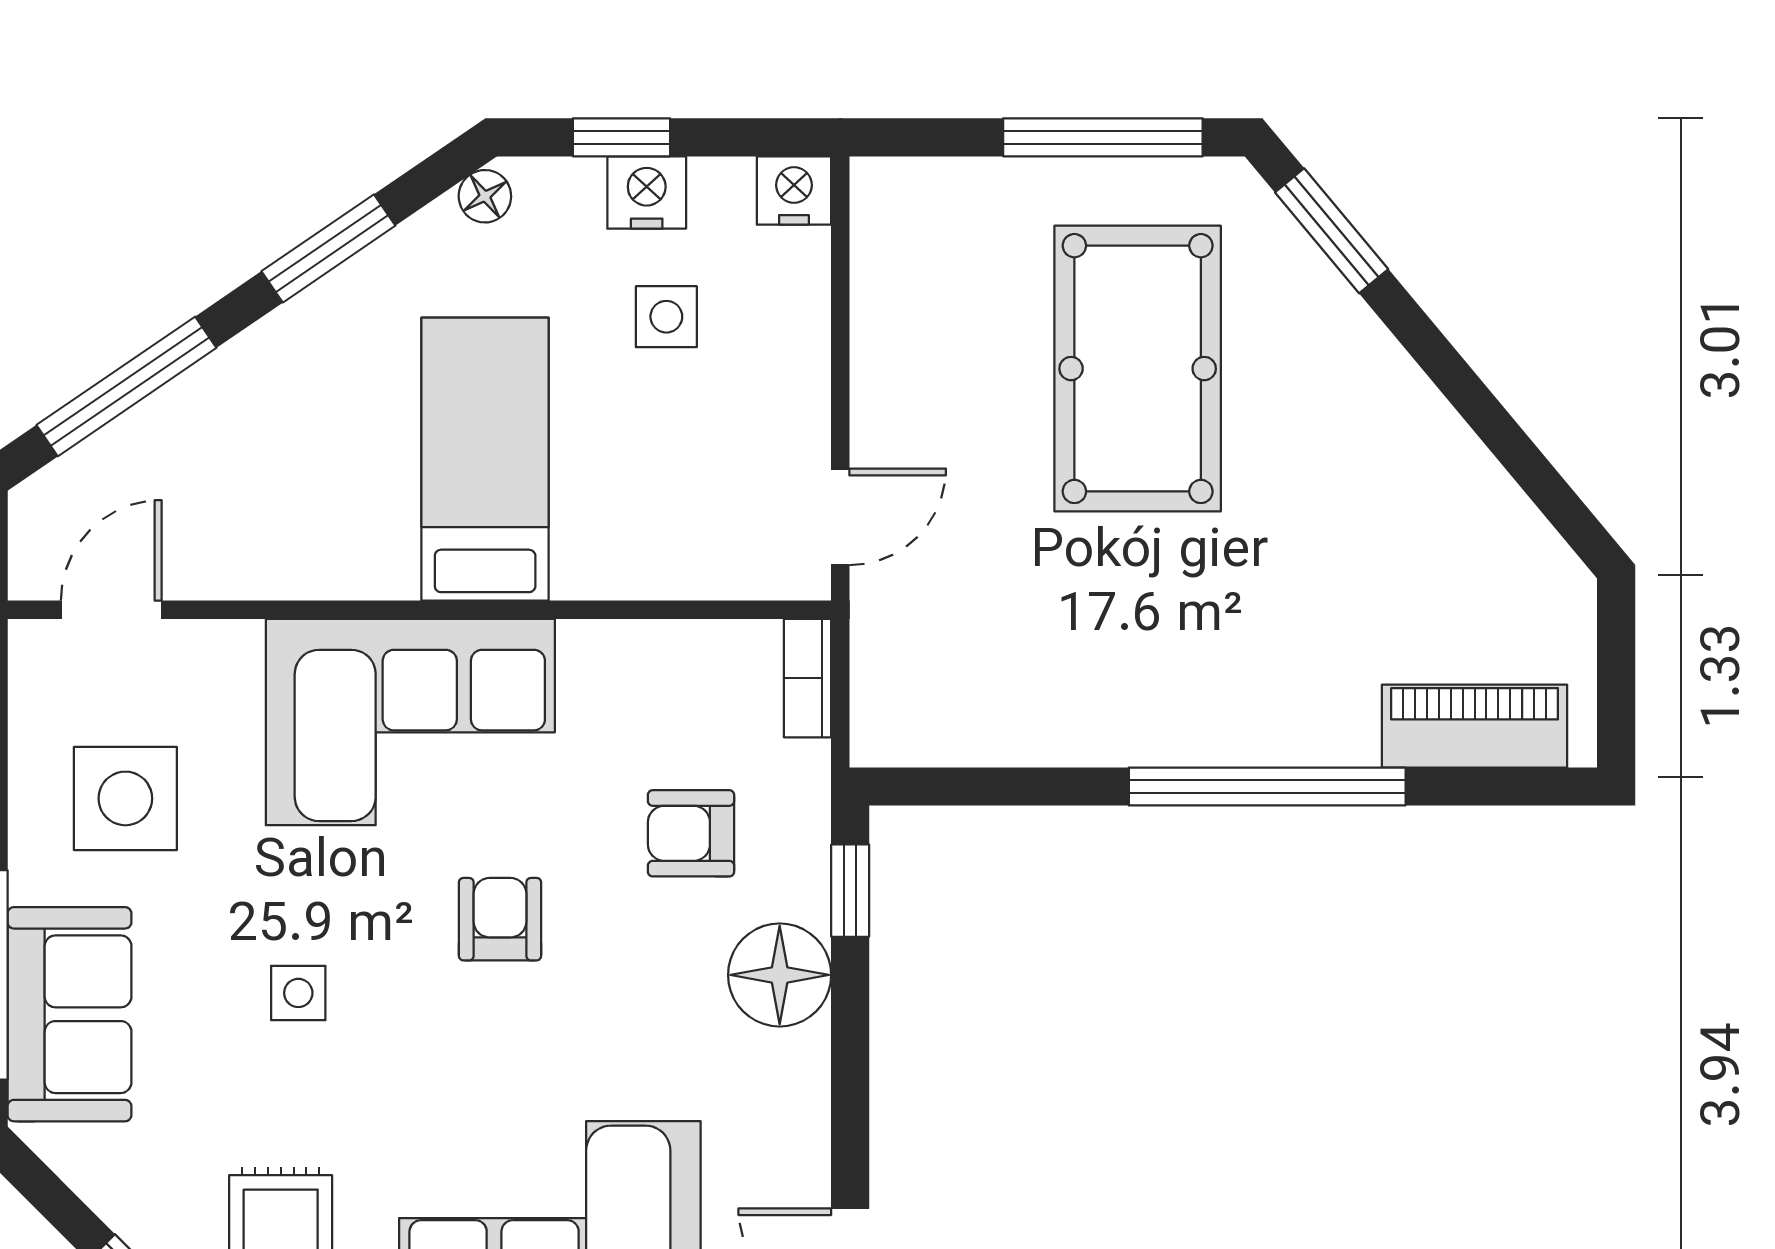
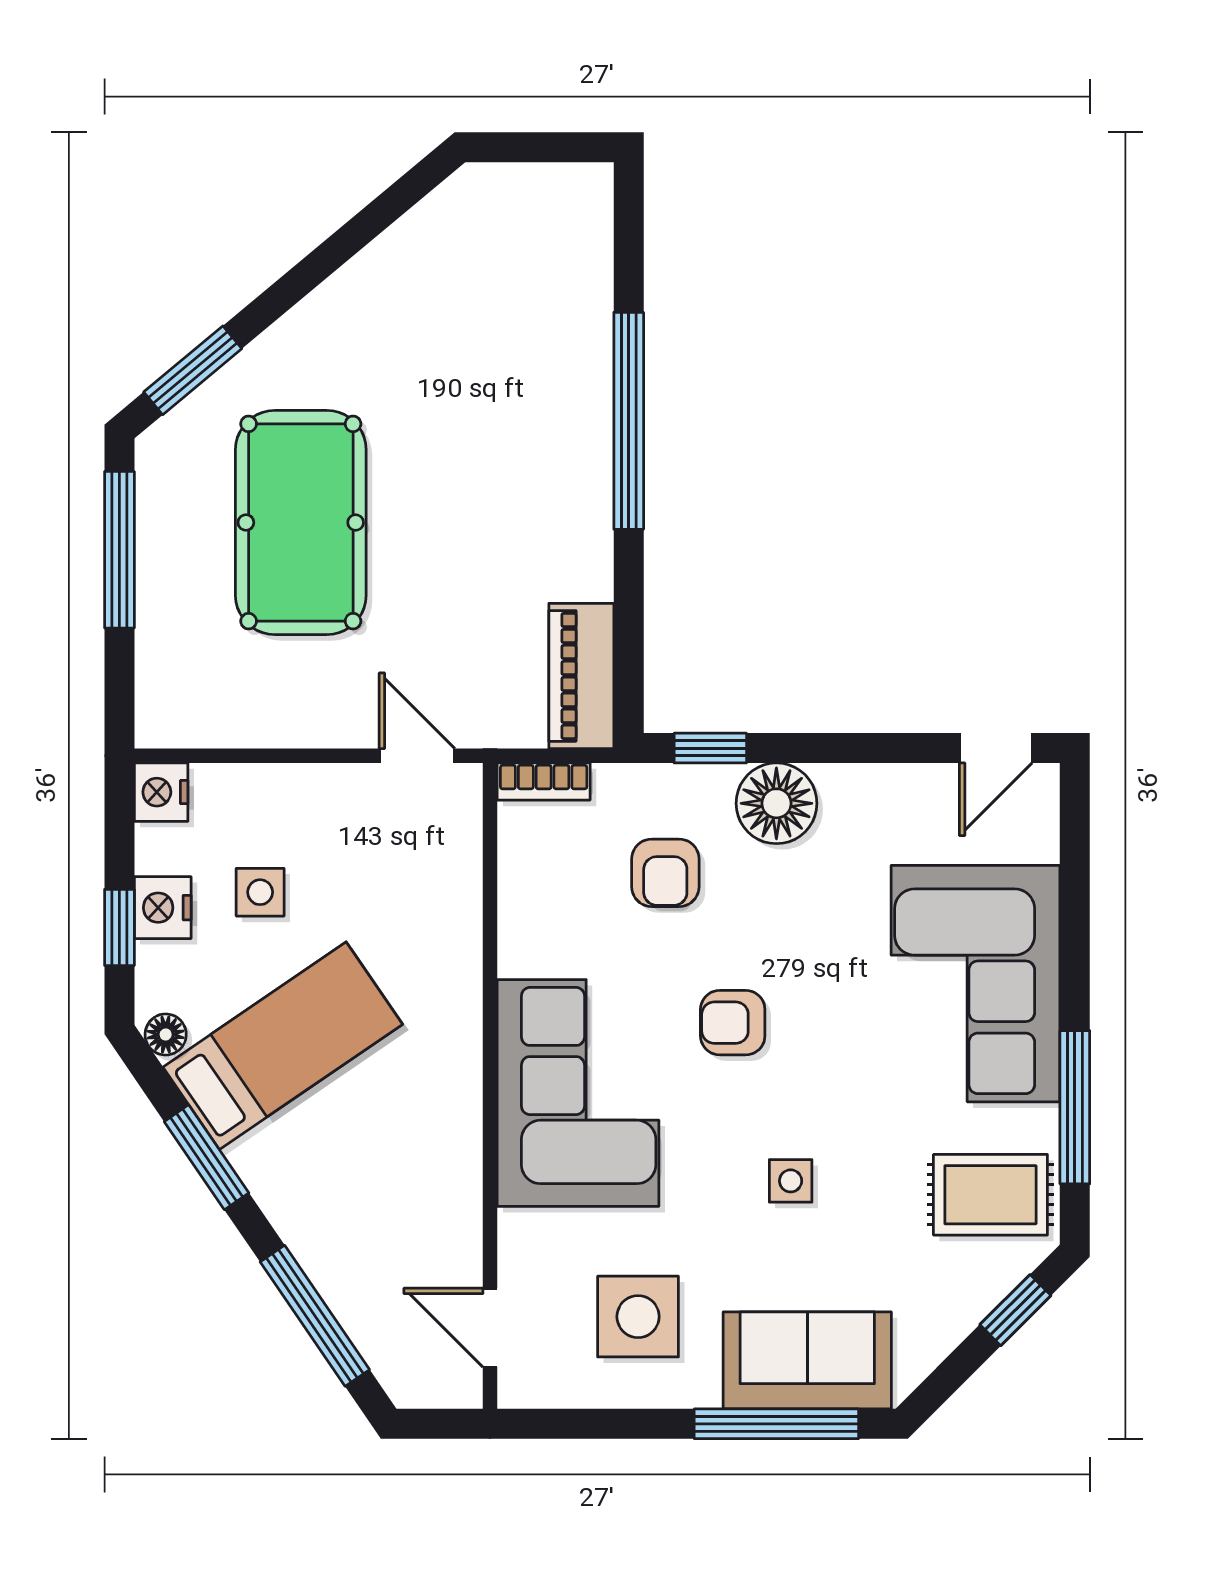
pool table: (1138, 369) -> (301, 522), turned 90
bed: (485, 459) -> (283, 1046), moved, turned 146
piano: (1475, 726) -> (581, 676), moved

